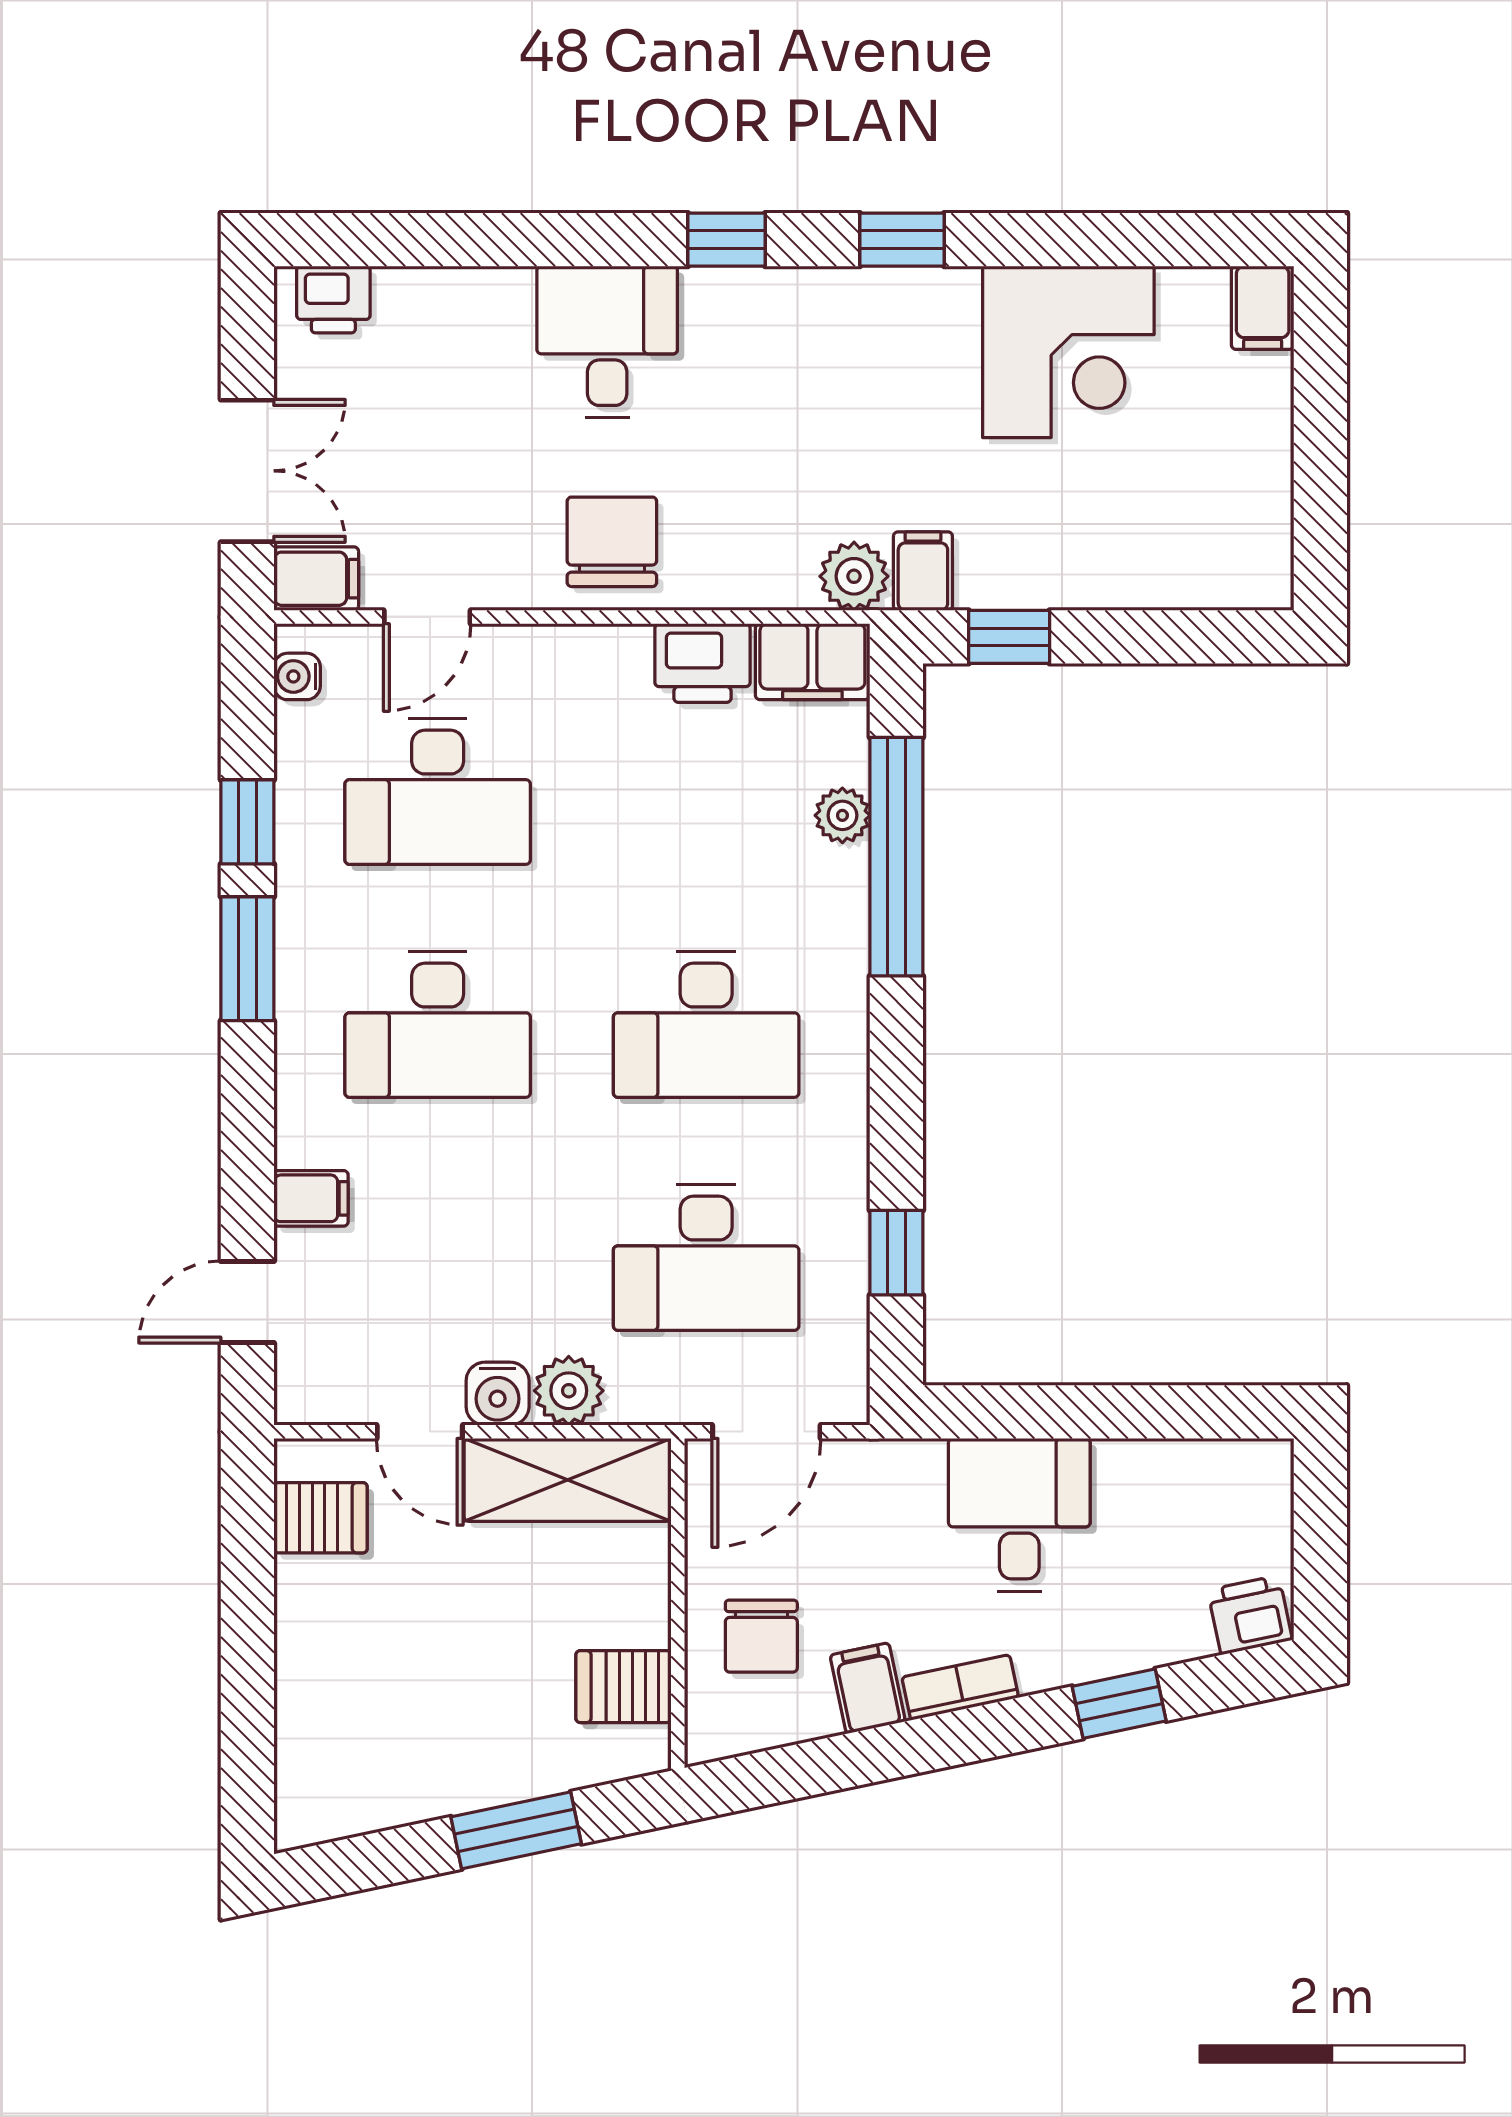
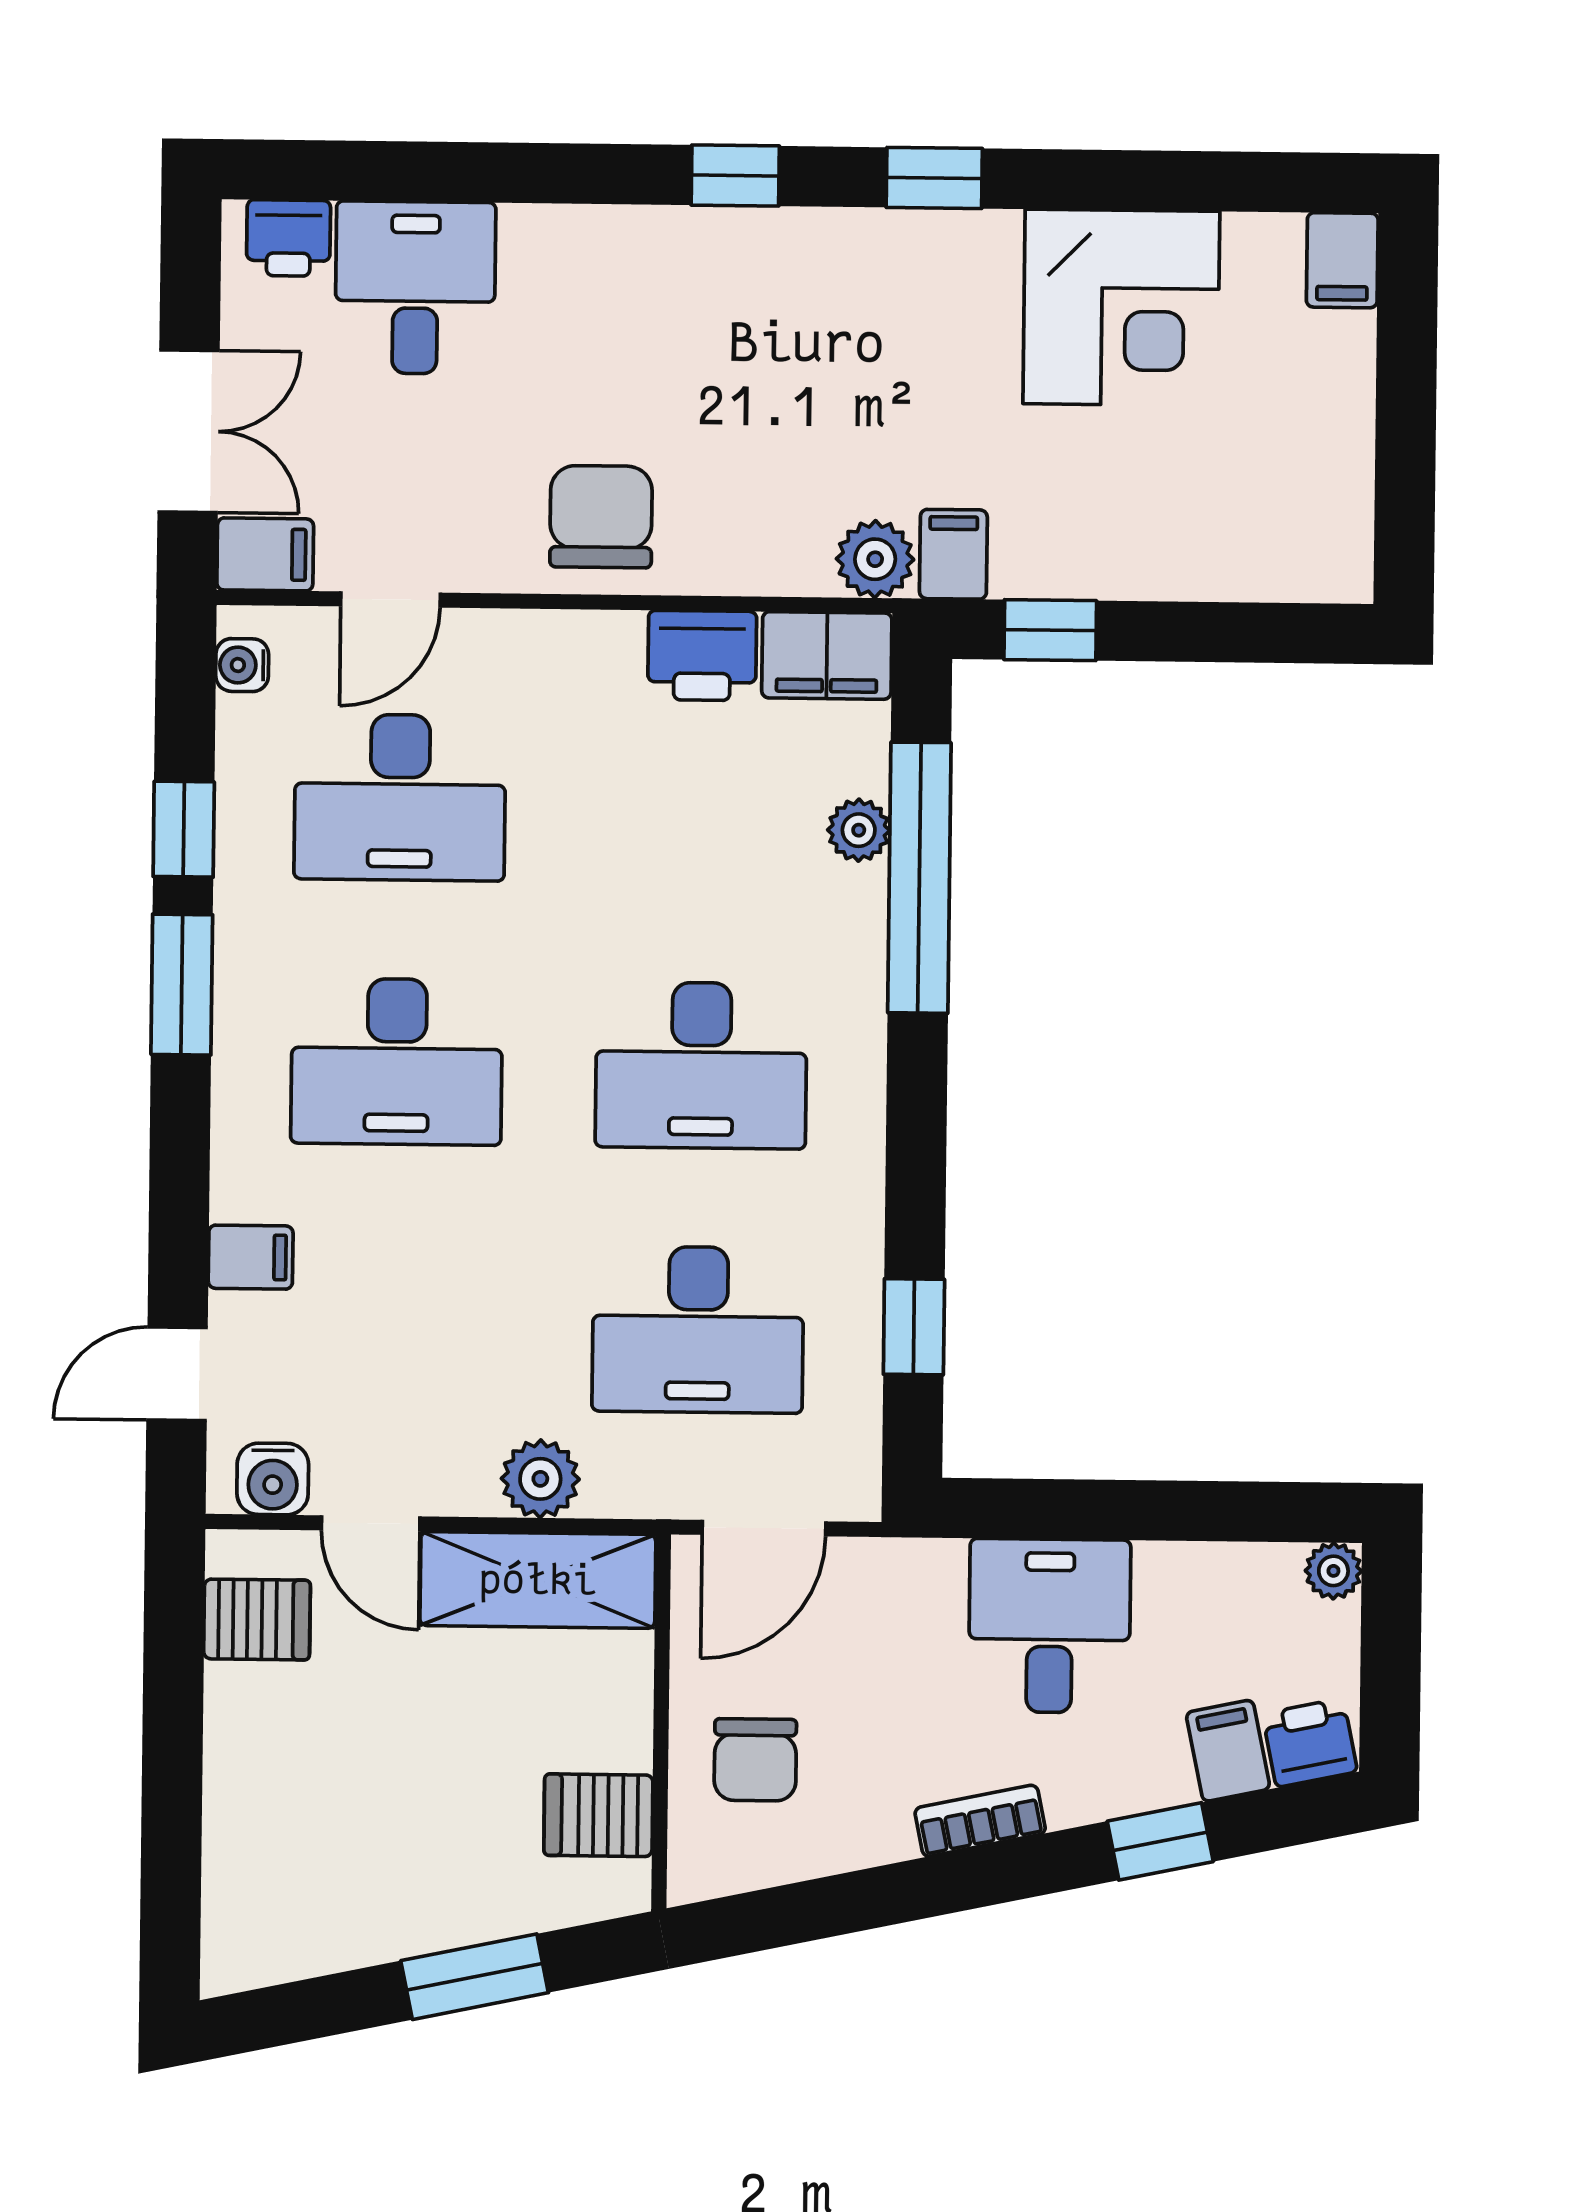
desk: (607, 342) -> (415, 288), moved
water cooler: (498, 1394) -> (273, 1479), moved
plant: (1269, 1463) -> (1333, 1571), added
filing cabinet: (868, 1688) -> (1228, 1751), moved

